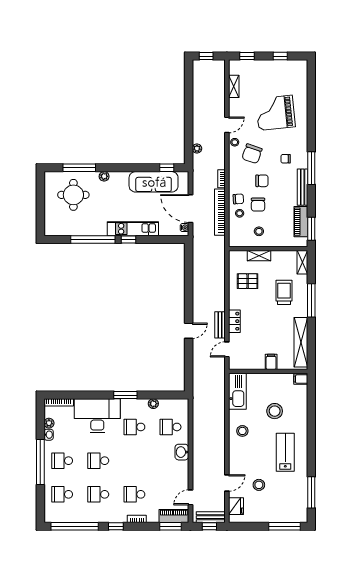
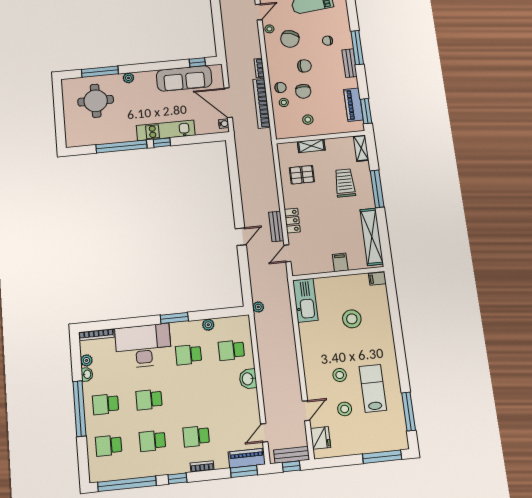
plant: (197, 149) -> (258, 307), moved
bench: (303, 187) -> (349, 63), width x0.73
stool: (242, 431) -> (340, 375), moved
lab bench: (285, 452) -> (373, 388), moved

